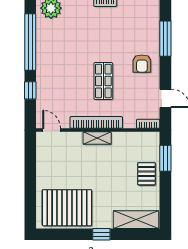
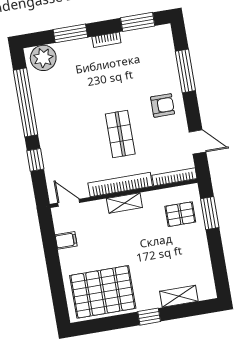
armchair: (142, 64) -> (163, 105), turned -90
bookcase: (148, 124) -> (174, 177), width x1.56
filing cabinet: (44, 160) -> (66, 240), added
pallet: (146, 174) -> (180, 214), moved, turned 90
shelving: (136, 220) -> (179, 296), width x0.67, depth x0.75

